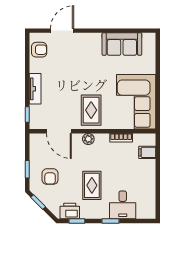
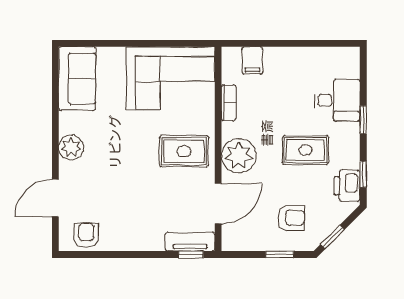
door: (62, 31) -> (55, 198), hinge flipped
plant: (93, 40) -> (71, 147), added
sofa: (122, 44) -> (77, 79), moved
tv unit: (35, 89) -> (190, 242), moved
plant: (88, 139) -> (239, 156), width x1.88, depth x1.88

